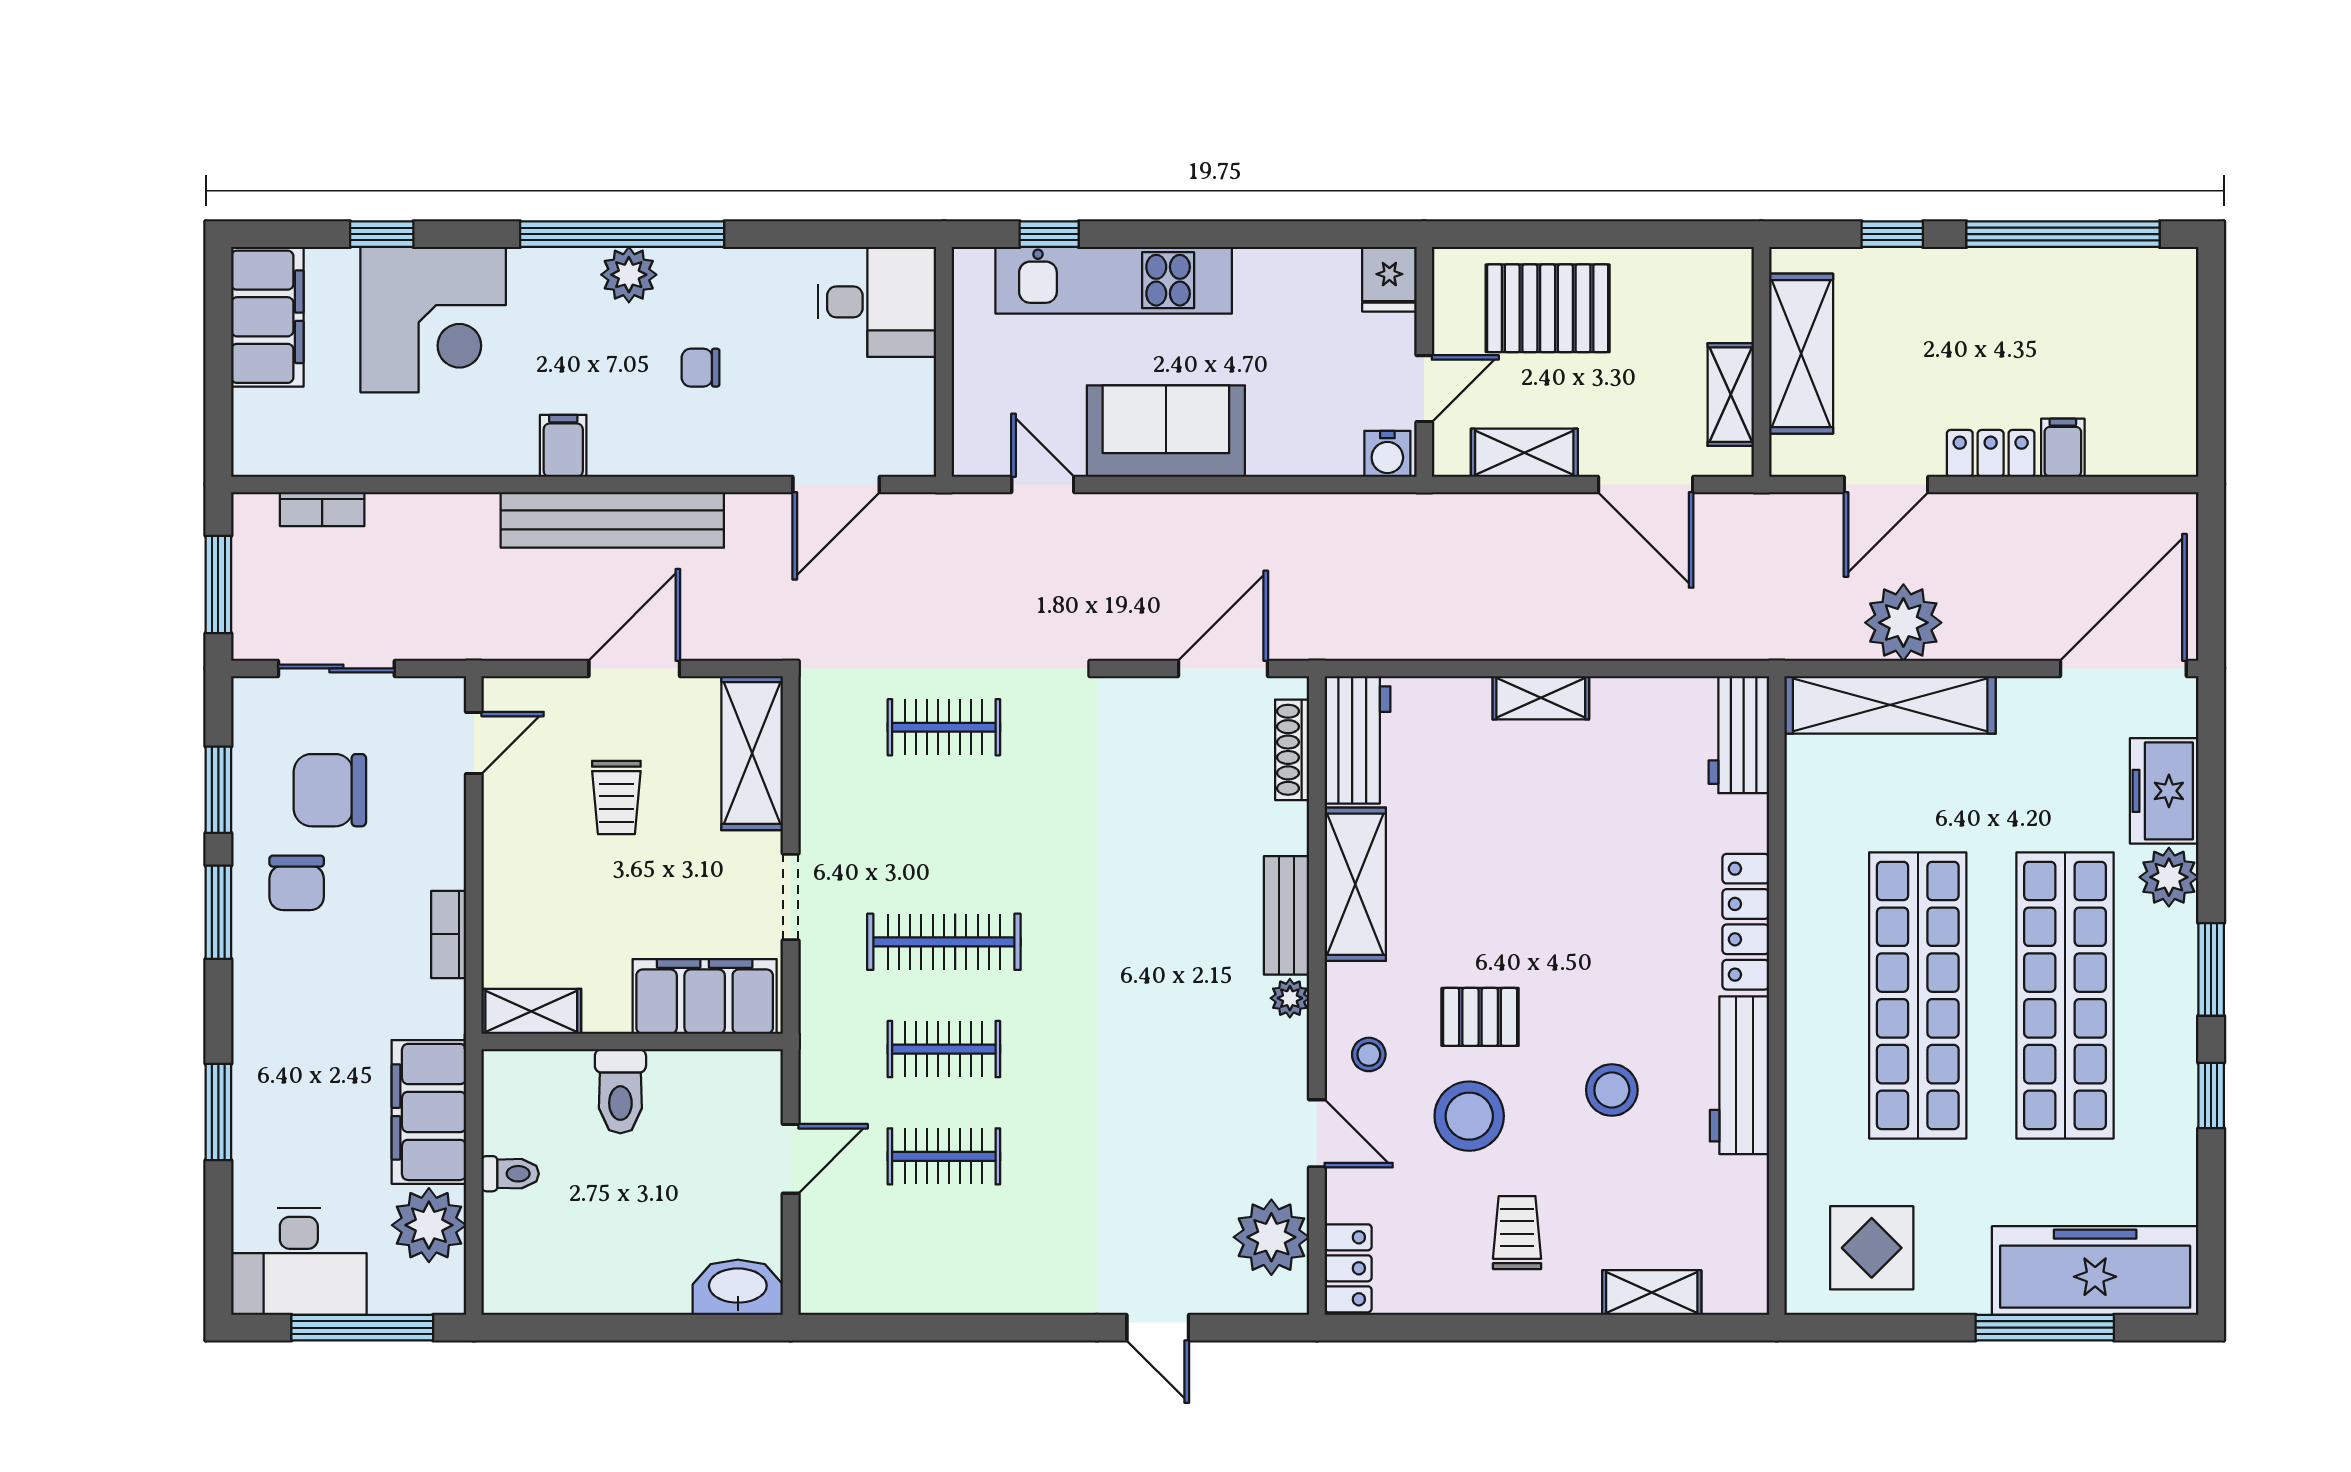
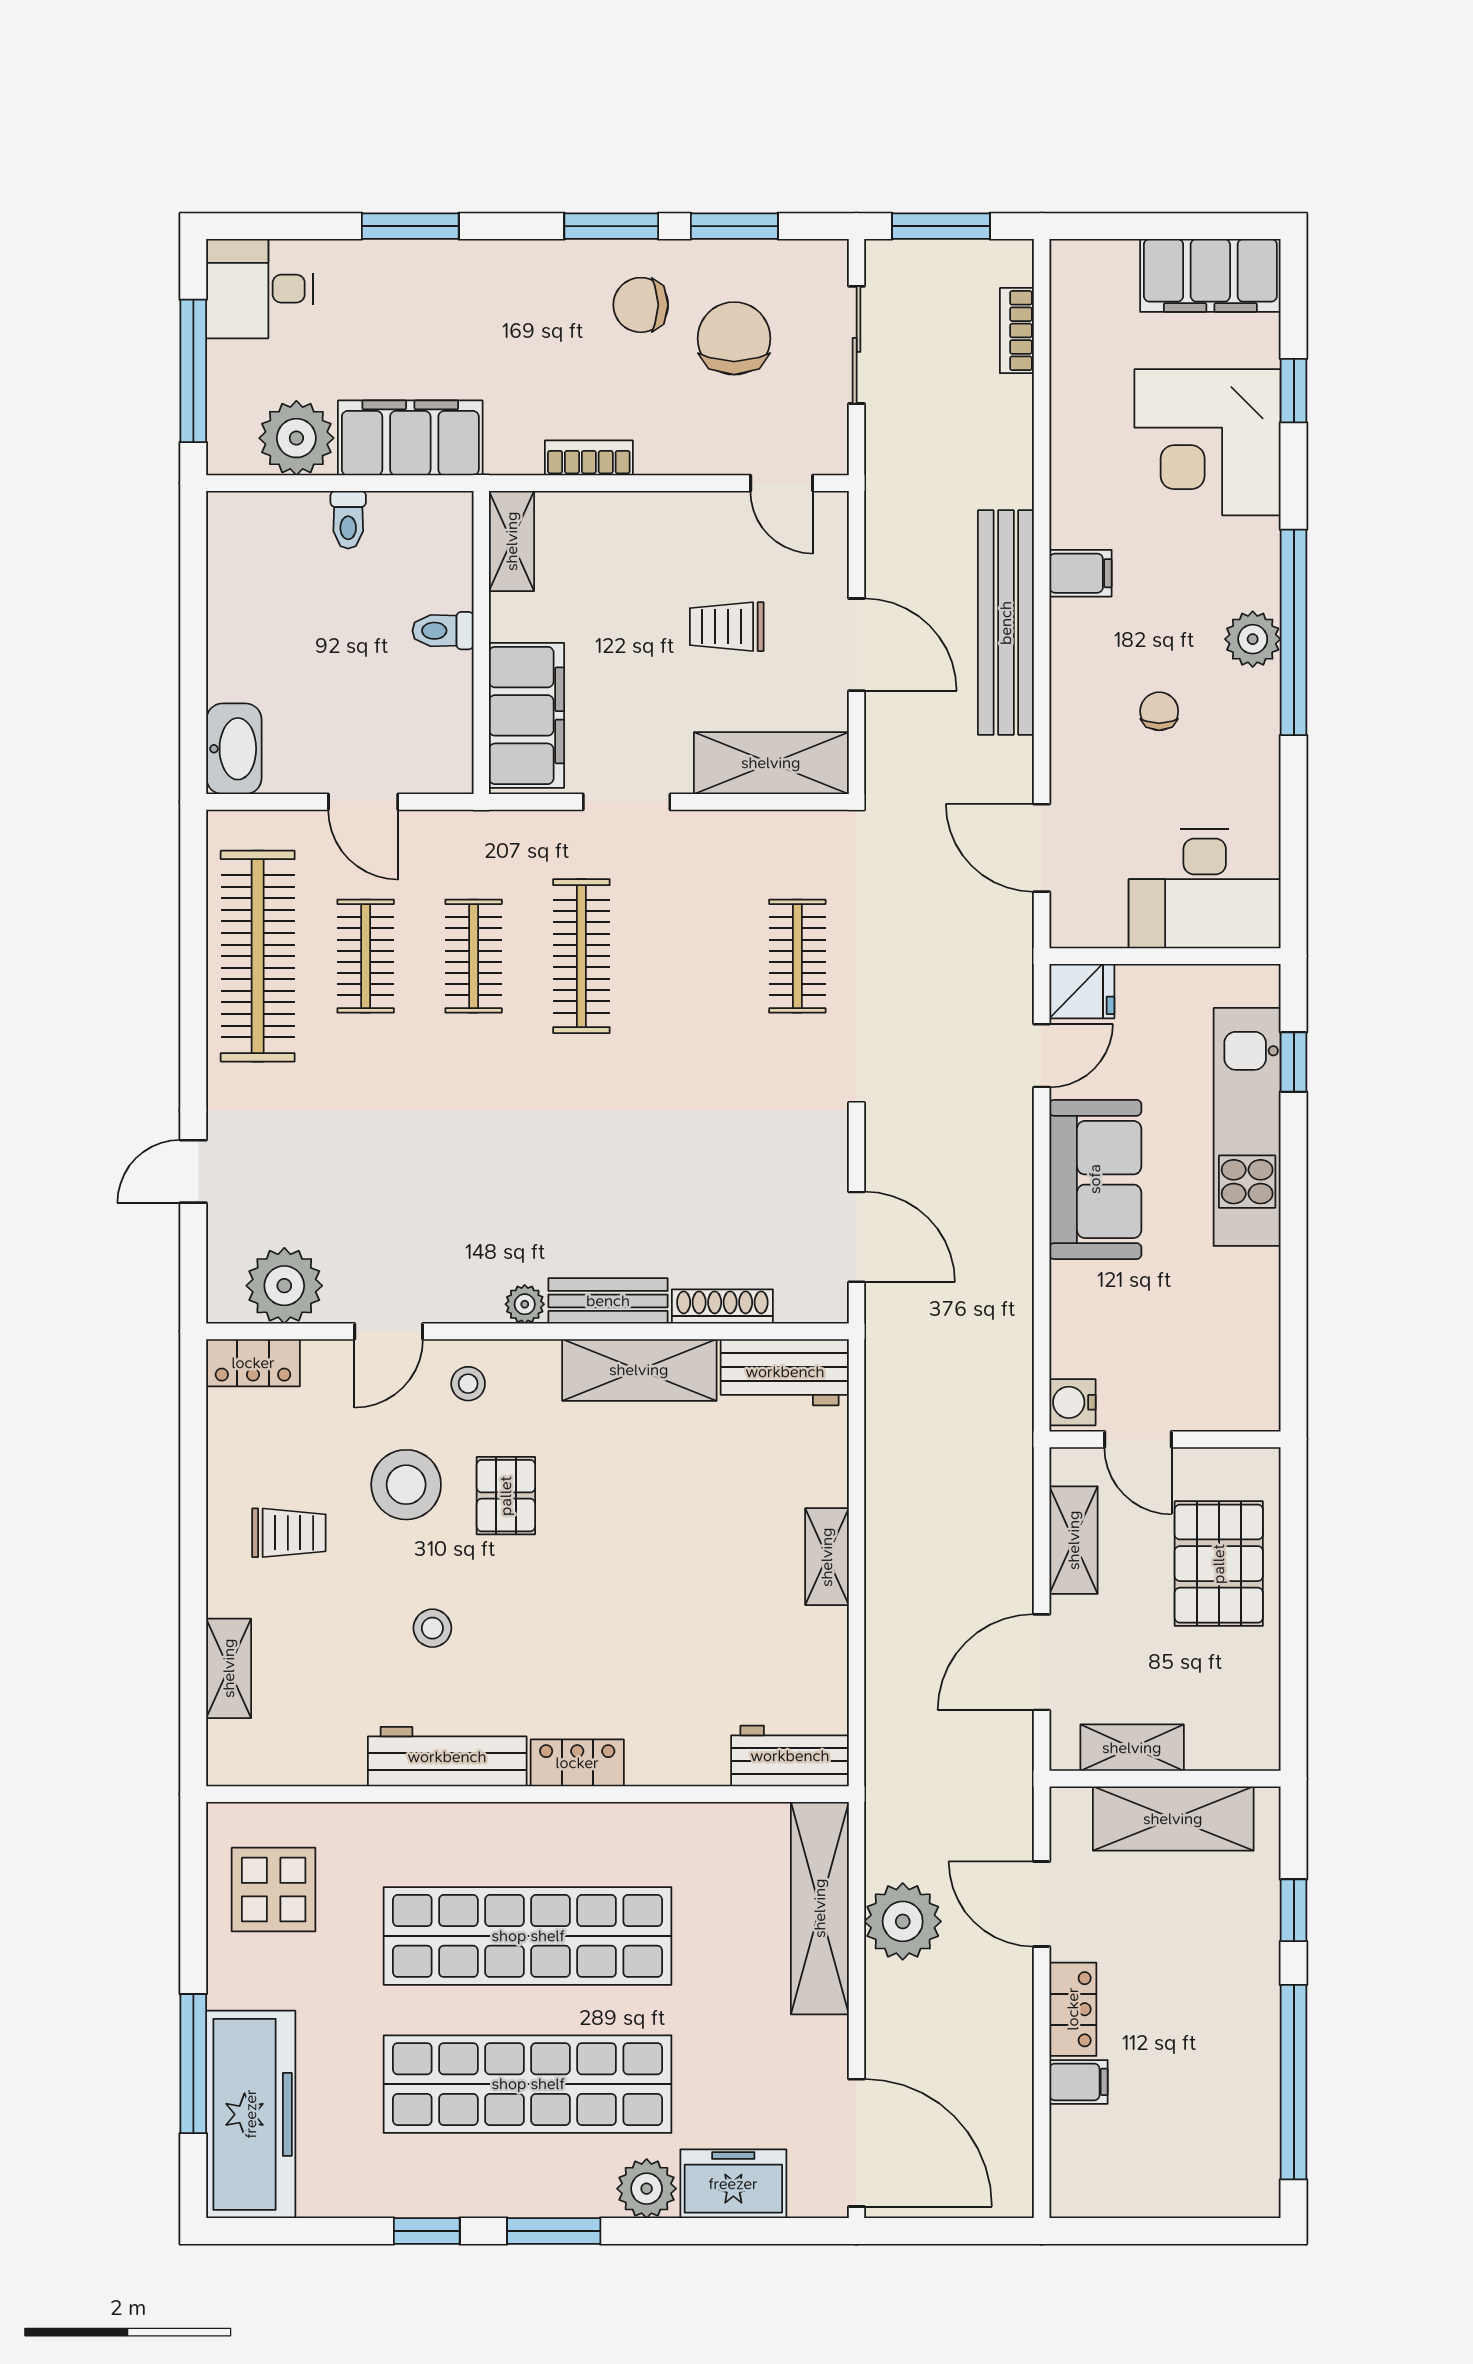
fridge: (1389, 279) -> (1082, 991), moved, turned 180
desk: (877, 302) -> (1205, 889), width x1.37
shoe rack: (1292, 750) -> (722, 1307), moved
locker: (1746, 922) -> (577, 1763), width x0.66
stool: (1612, 1090) -> (432, 1628), width x0.73, depth x0.73
toilet: (620, 1091) -> (443, 631), width x0.73, depth x0.72
desk: (299, 1262) -> (260, 289), width x0.73
clothes rail: (944, 1264) -> (258, 956), added

